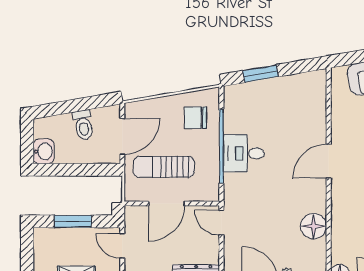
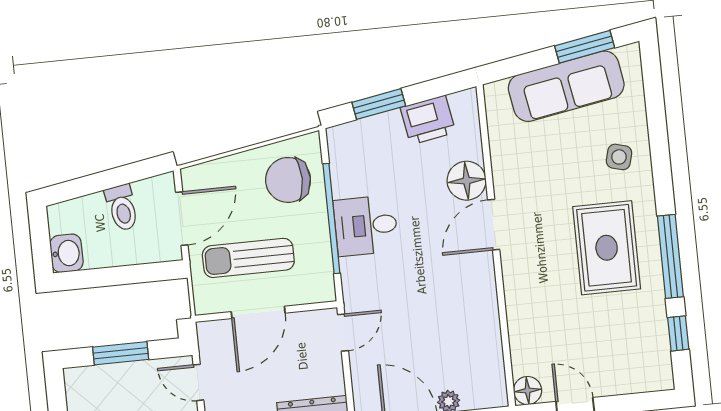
printer: (292, 87) -> (428, 120), added
chair: (195, 118) -> (288, 180), width x1.37, depth x1.37
door: (221, 223) -> (343, 333), swing flipped
floor lamp: (314, 226) -> (467, 181), moved

